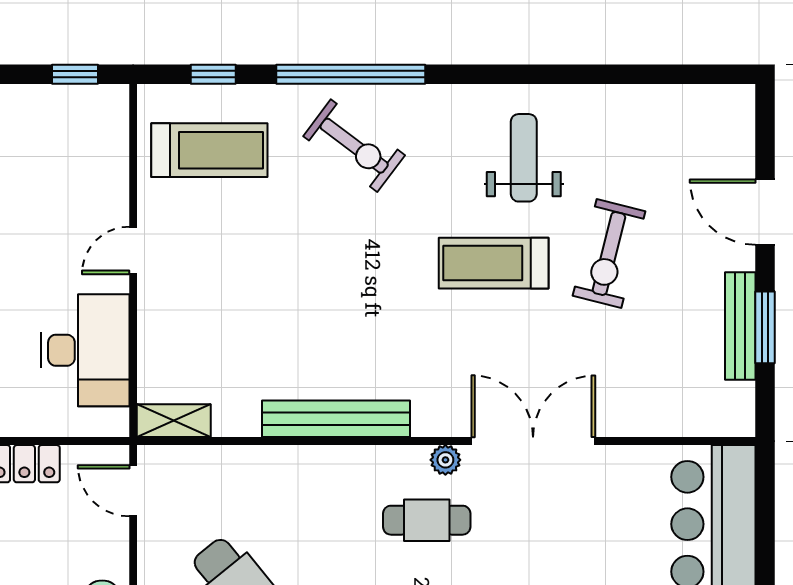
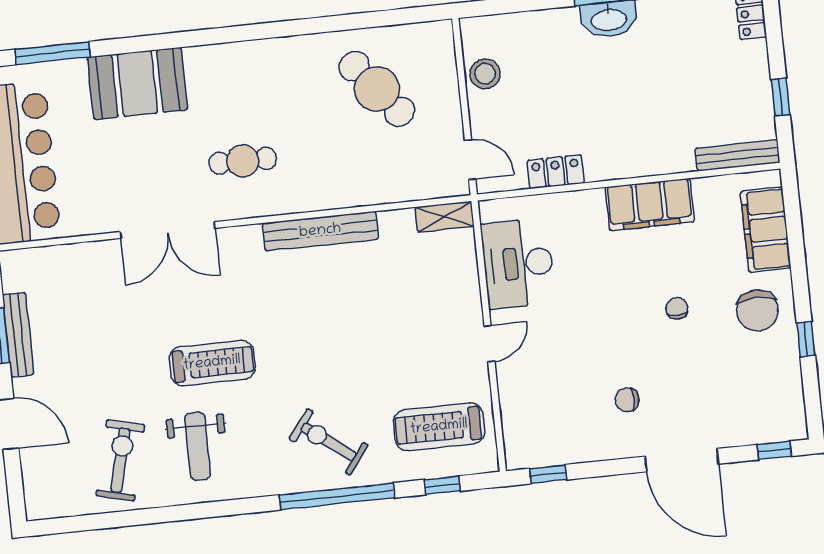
exercise bike: (609, 254) -> (120, 460), moved
plant: (445, 460) -> (233, 208), removed

